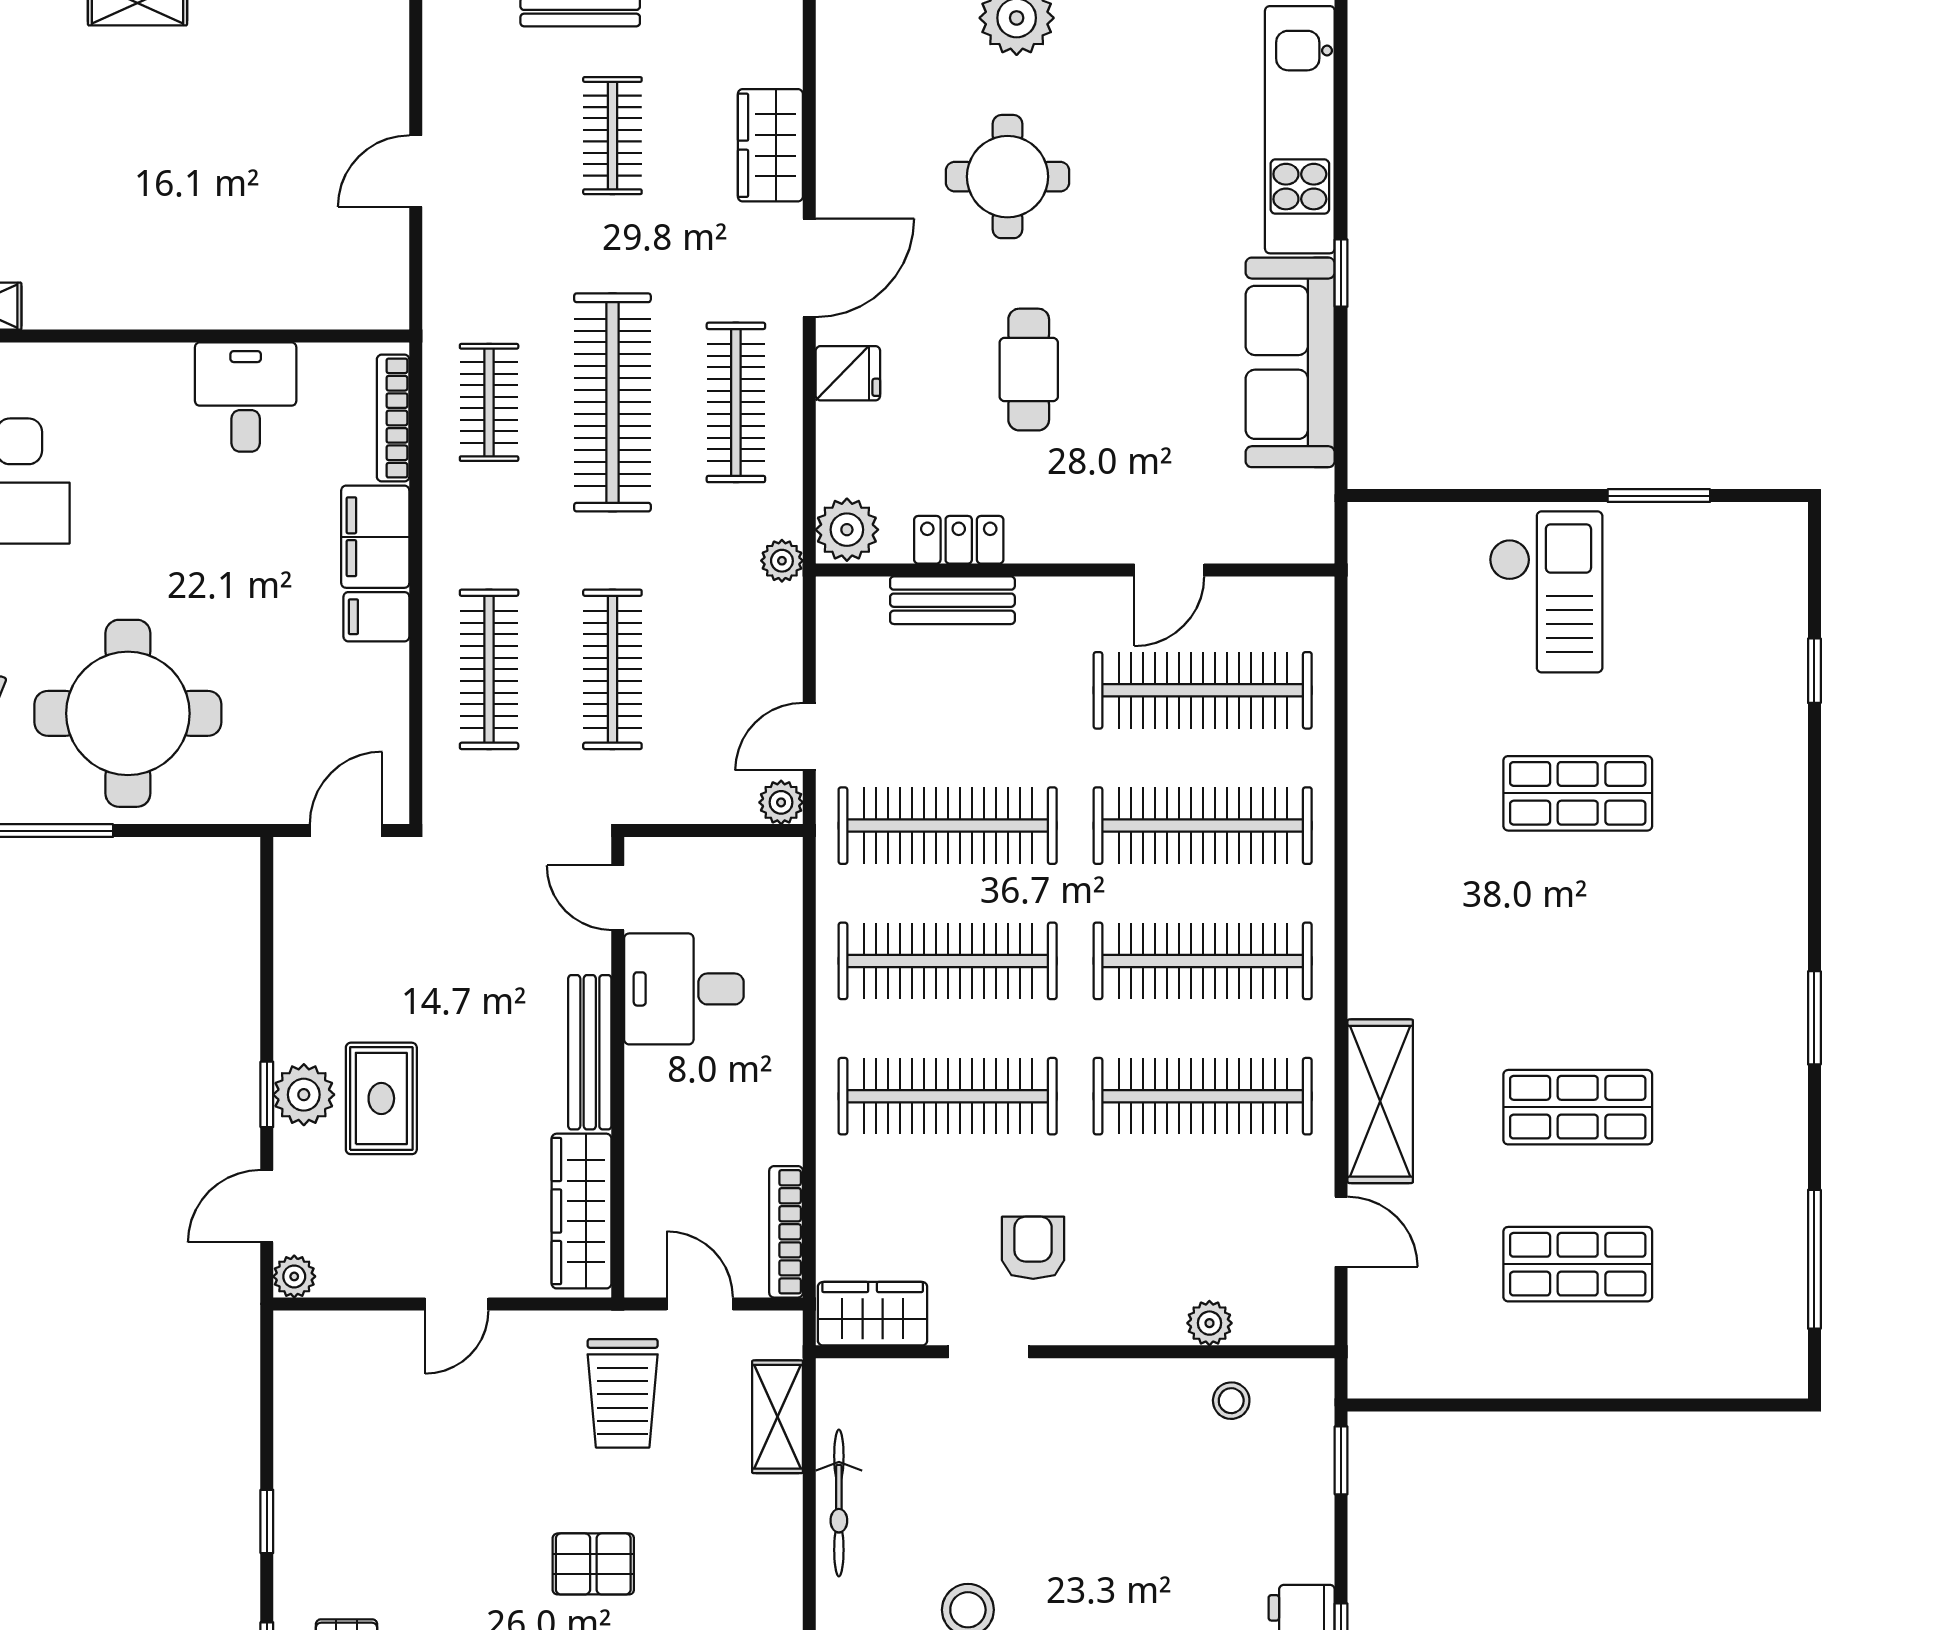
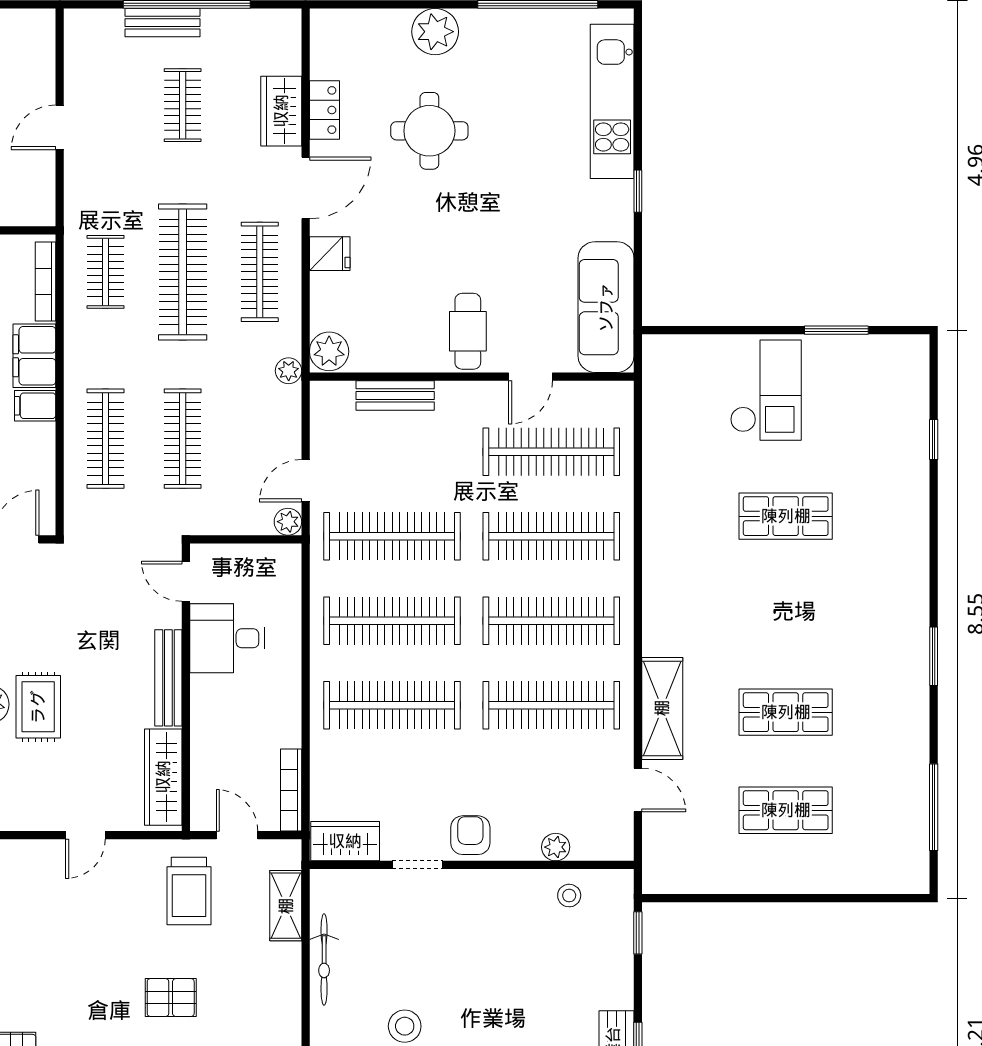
sofa: (1290, 362) -> (606, 307), moved
cafe table: (1029, 370) -> (468, 331), moved
locker: (959, 540) -> (324, 110), moved, turned 90
armchair: (1033, 1248) -> (470, 835), moved

